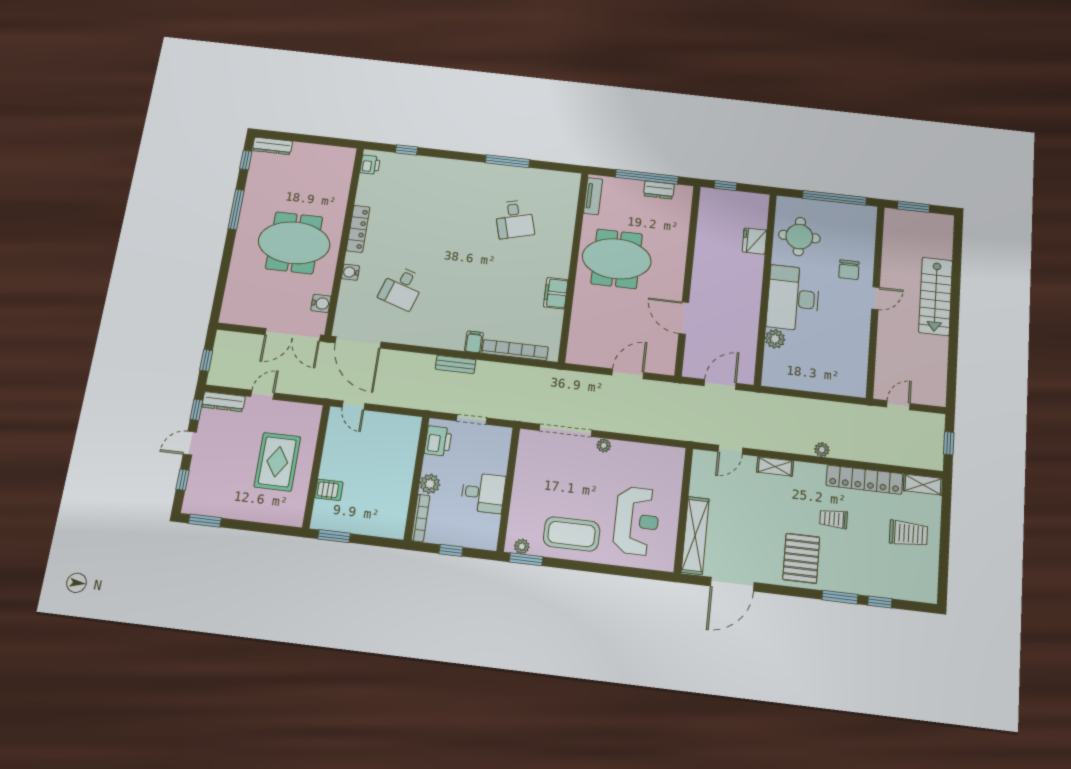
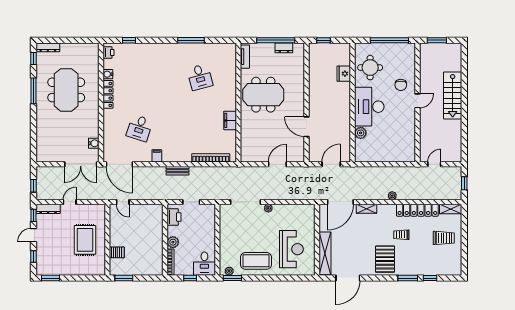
meeting table: (294, 243) -> (66, 90), moved, turned 90
water cooler: (350, 272) -> (108, 74), moved
filing cabinet: (474, 342) -> (157, 156), moved
door: (730, 450) -> (340, 202), width x1.88
desk: (483, 493) -> (204, 264), moved, turned 90

